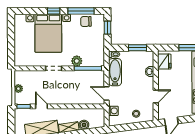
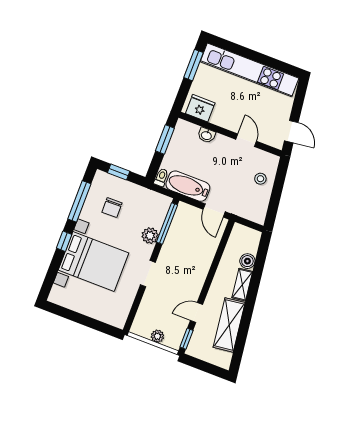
chair: (86, 21) -> (112, 208), moved
door: (107, 93) -> (214, 210), hinge flipped
washing machine: (113, 111) -> (243, 210), removed

